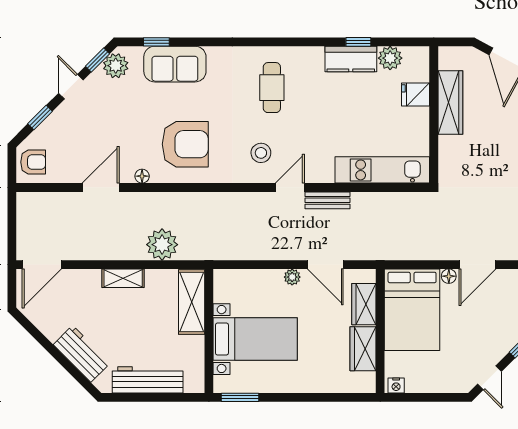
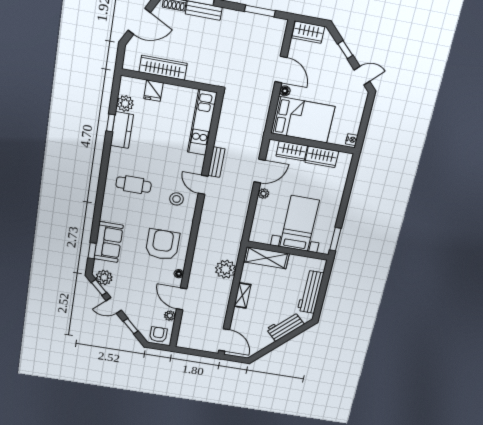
plant: (69, 174) -> (170, 316), added

